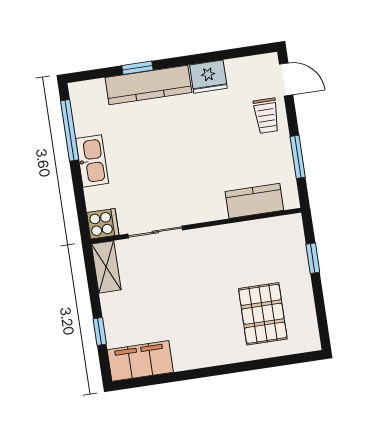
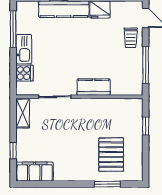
window: (298, 157) -> (146, 65), width x1.44
kitchen counter: (254, 201) -> (94, 87), moved
cooker: (103, 224) -> (24, 73), moved
window: (264, 364) -> (107, 184), added

